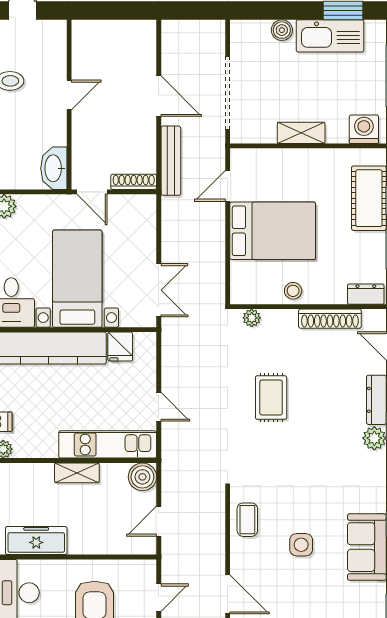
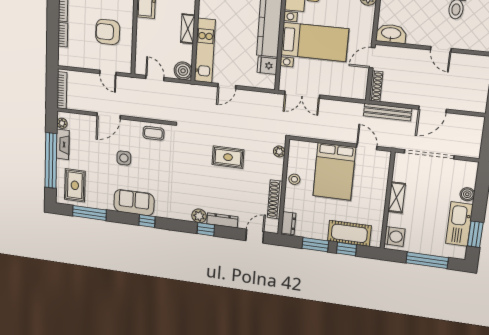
side table: (301, 545) -> (124, 158), moved

